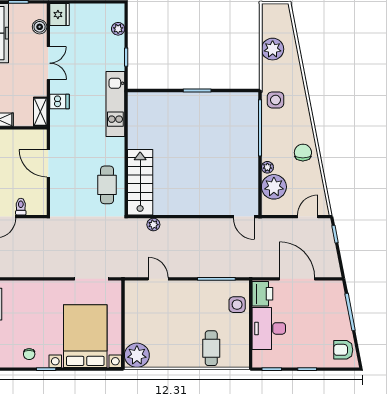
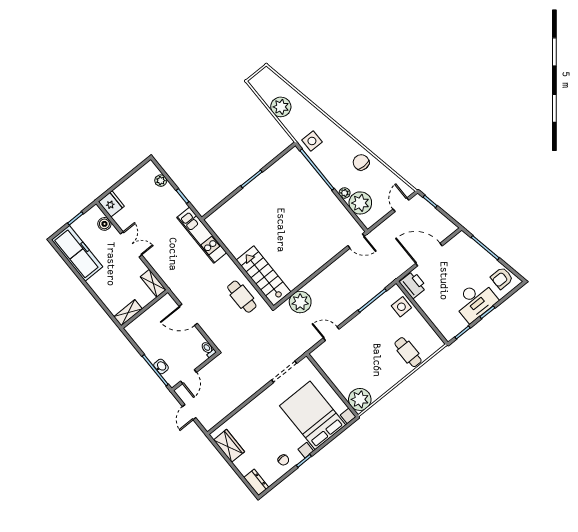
dishwasher: (59, 101) -> (161, 265), removed
toilet: (21, 207) -> (208, 349), moved
plant: (153, 225) -> (300, 302), width x1.88, depth x1.88
desk: (269, 328) -> (475, 301), moved, turned -90

